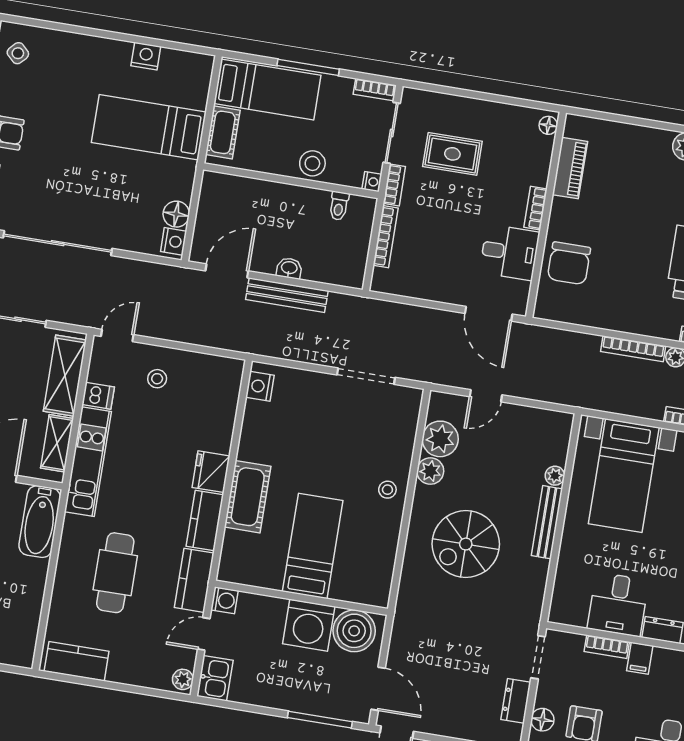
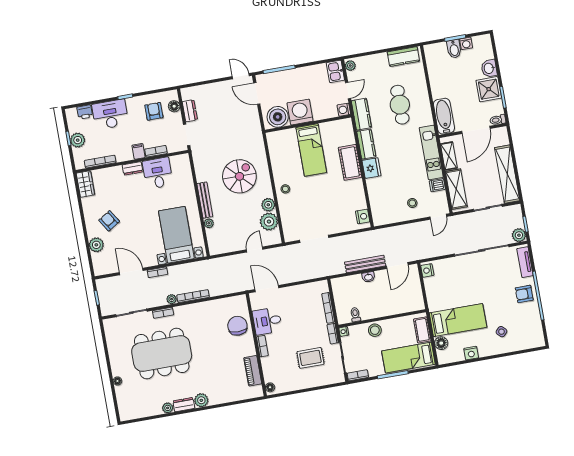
side table: (18, 53) -> (501, 332), moved
floor lamp: (176, 214) -> (441, 343), moved

